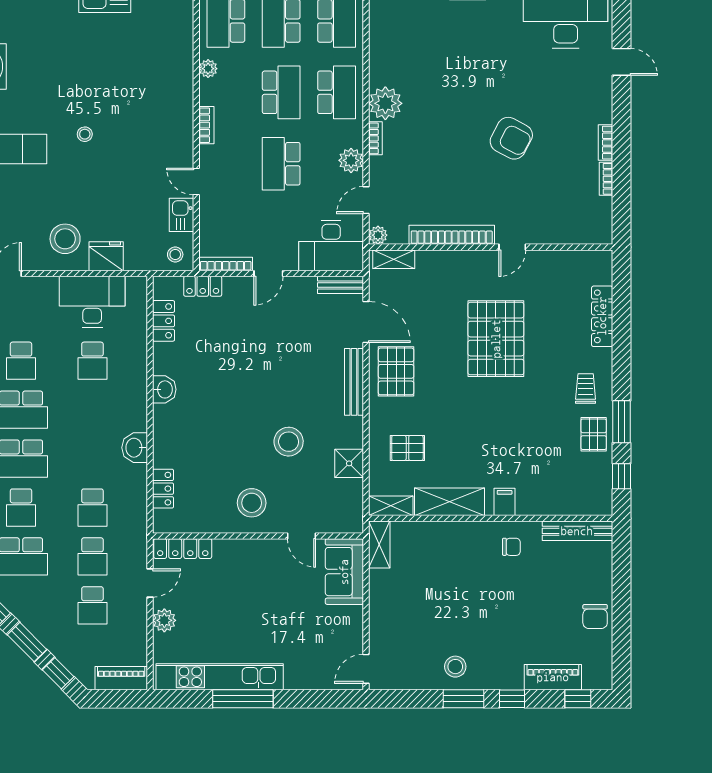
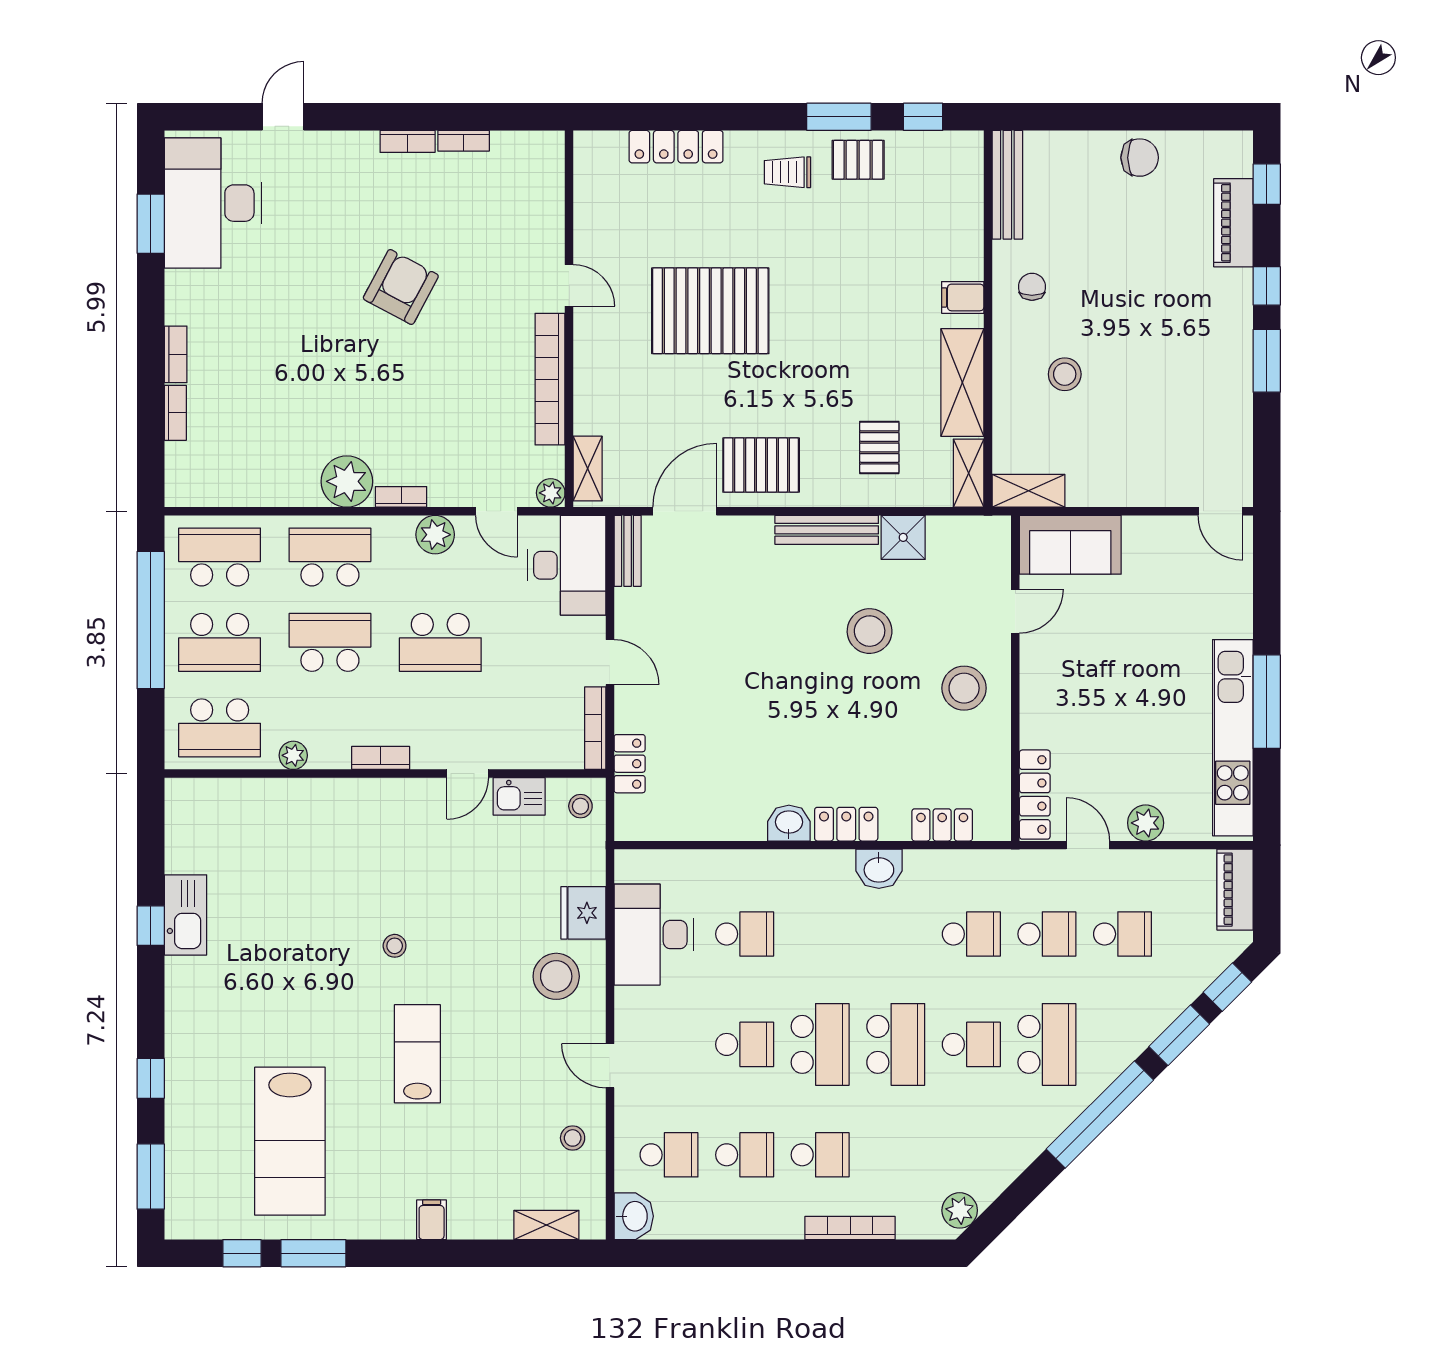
locker: (164, 321) -> (846, 824), moved
bench: (354, 382) -> (827, 530), moved
stool: (455, 667) -> (1065, 374), moved

